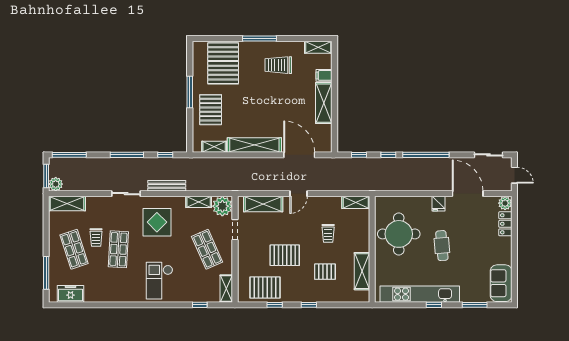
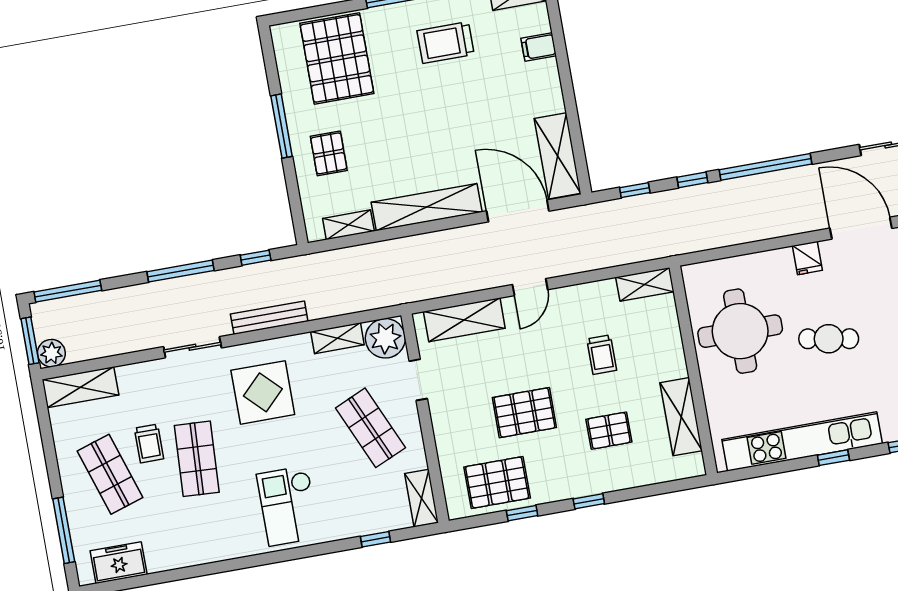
shelving: (324, 103) -> (557, 156), moved
pallet: (211, 110) -> (329, 153), width x0.67, depth x0.71
cafe table: (442, 246) -> (829, 339), turned -75

